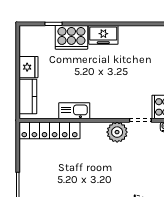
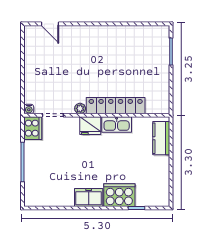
fridge: (29, 67) -> (90, 126), moved, turned -90
locker: (50, 130) -> (116, 106), moved
plant: (117, 132) -> (80, 108), width x0.53, depth x0.53

